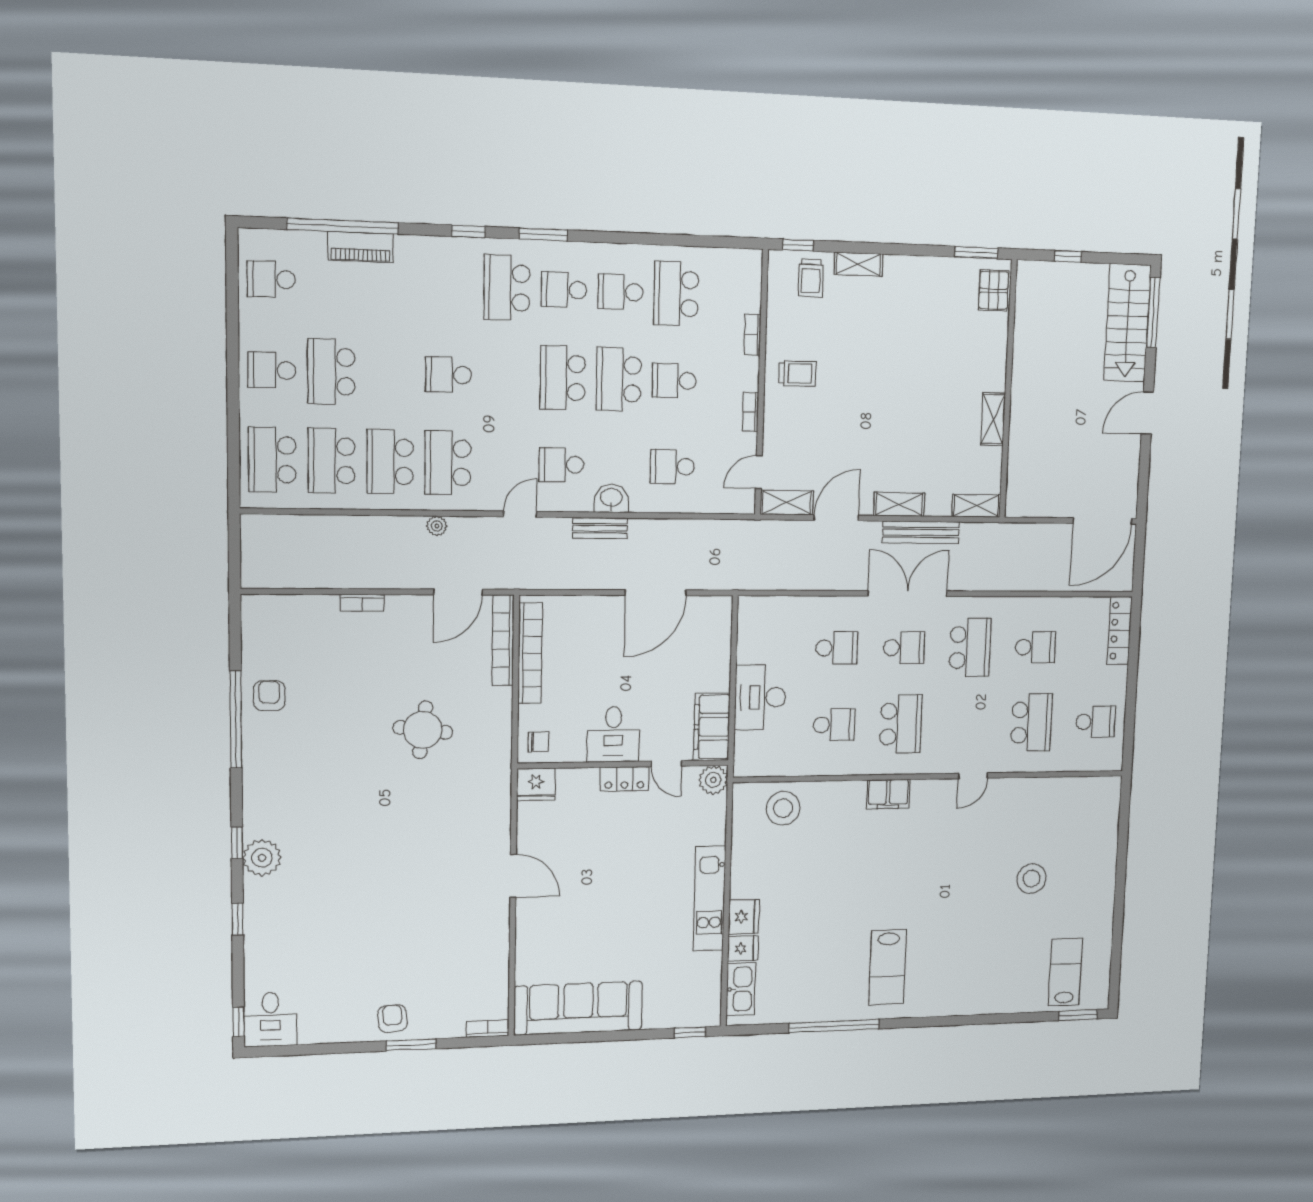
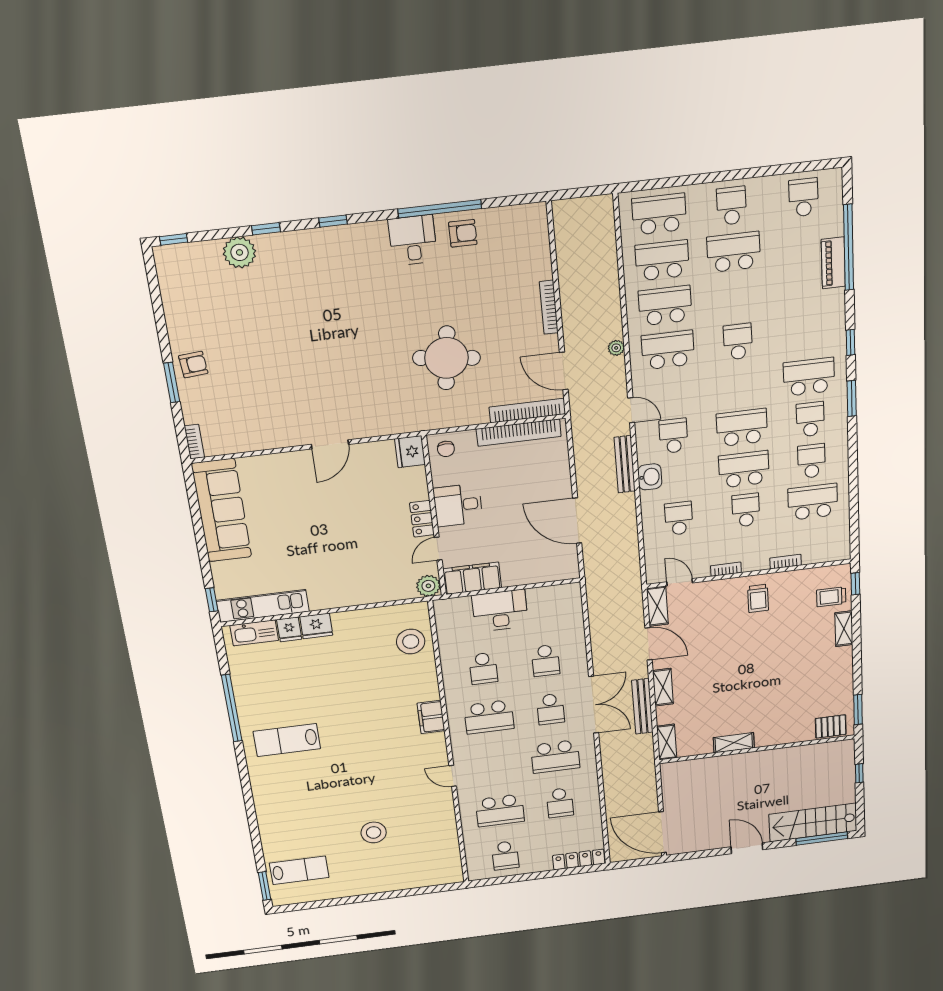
bench: (600, 528) -> (625, 464), width x1.36
bookcase: (362, 603) -> (549, 307), width x1.56
round table: (423, 730) -> (446, 358), width x1.36, depth x1.36
plant: (262, 858) -> (239, 252), moved
kitchen unit: (710, 898) -> (263, 606), moved
desk: (270, 1019) -> (413, 240), moved, turned 90

